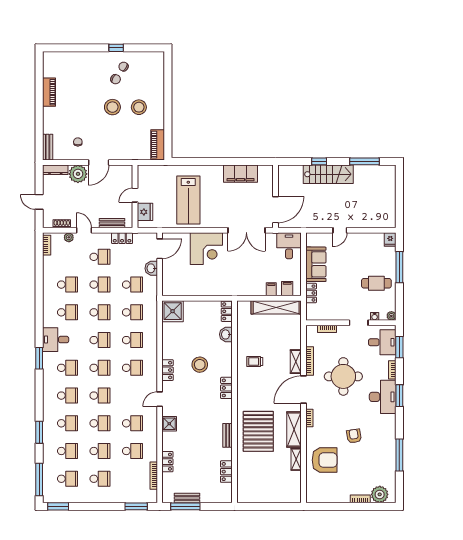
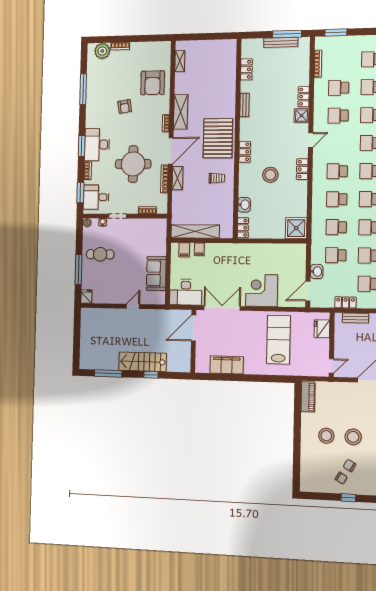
door: (135, 195) -> (331, 366), moved
desk: (289, 246) -> (186, 292), width x1.37
locker: (311, 293) -> (161, 245), removed
pallet: (258, 431) -> (218, 138), moved
shelving: (296, 459) -> (180, 61), moved
armchair: (325, 460) -> (153, 83), turned -90
locker: (167, 462) -> (304, 97), moved
bench: (187, 498) -> (281, 42), width x1.36

